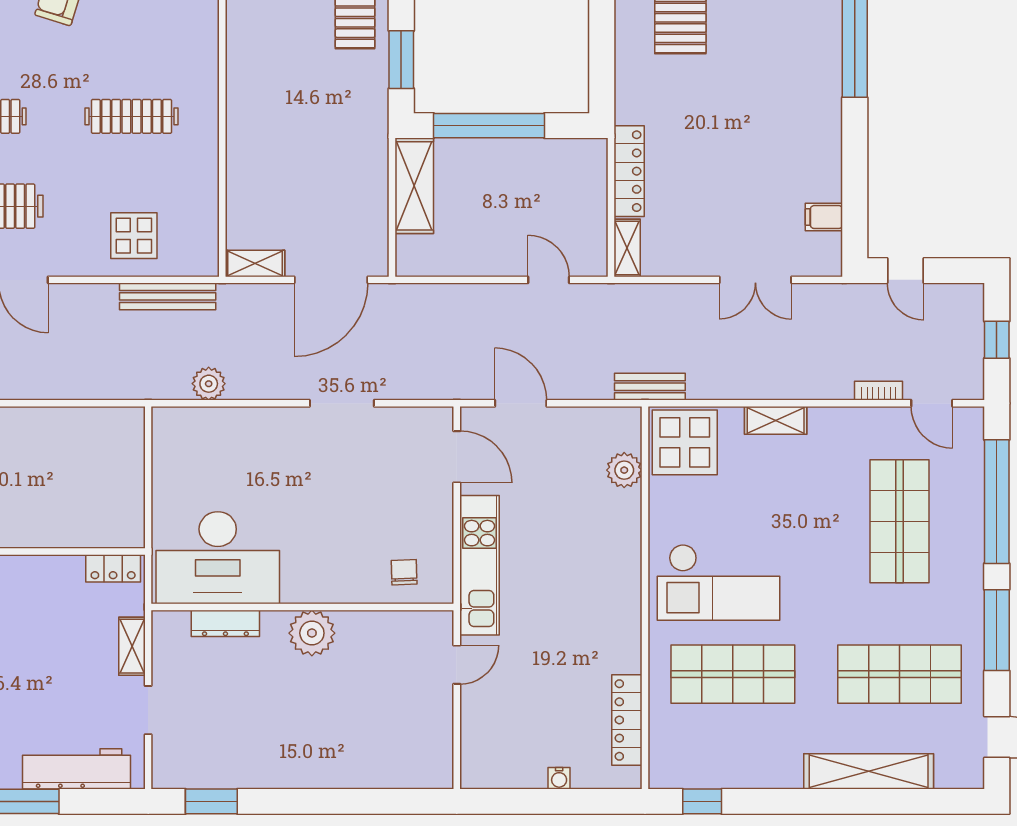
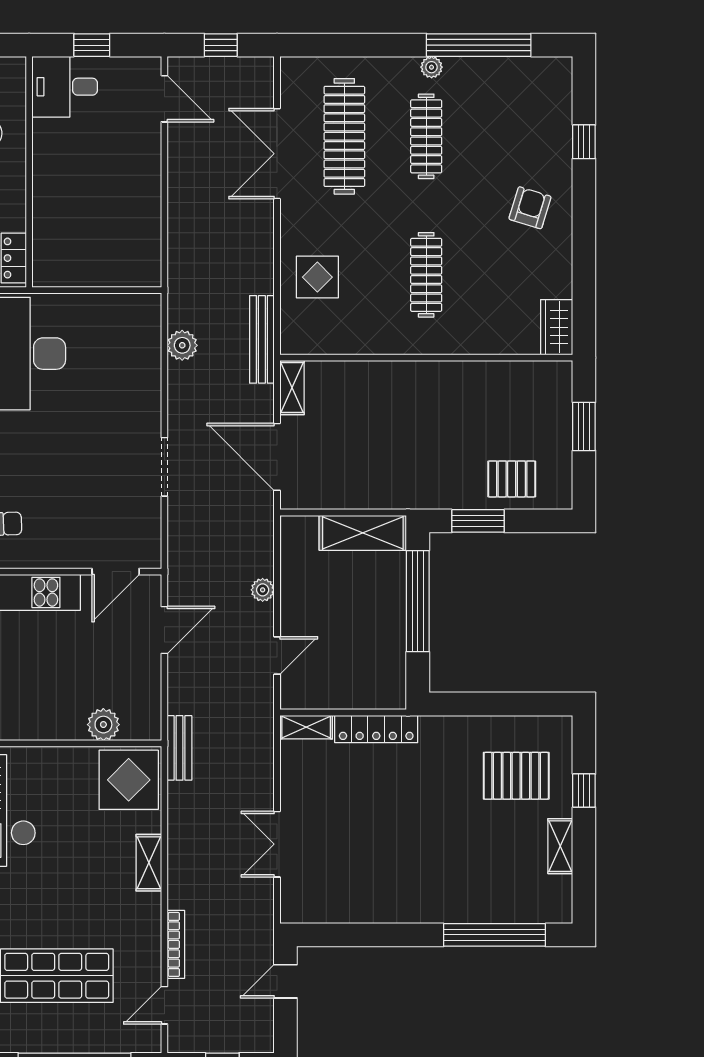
filing cabinet: (824, 217) -> (334, 907), removed
bench: (168, 296) -> (262, 339), moved
plant: (477, 296) -> (263, 590), added
bookcase: (879, 391) -> (176, 944), width x1.56

